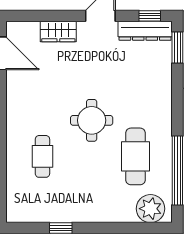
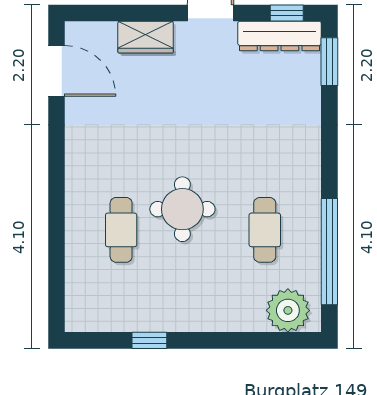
round table: (92, 120) -> (182, 209), moved
cafe table: (136, 156) -> (265, 230), width x0.73, depth x0.74

